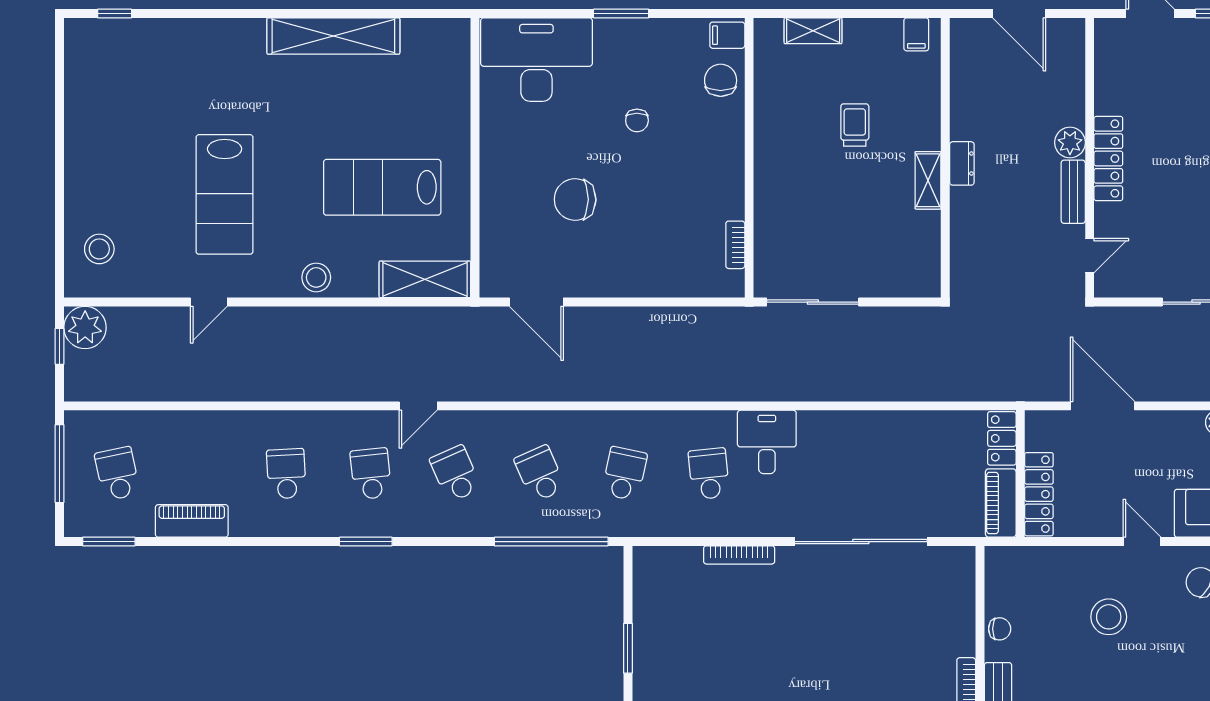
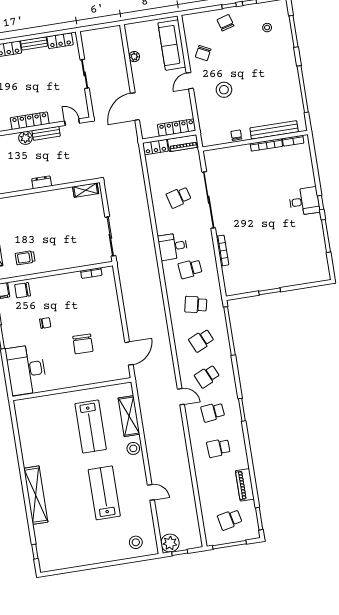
shelving: (333, 36) -> (36, 495), moved
trolley: (855, 125) -> (25, 258), moved
shelving: (928, 180) -> (86, 190), moved
lab bench: (225, 194) -> (104, 493), turned -90
shelving: (425, 279) -> (129, 416), moved
school desk: (878, 474) -> (179, 197), added

